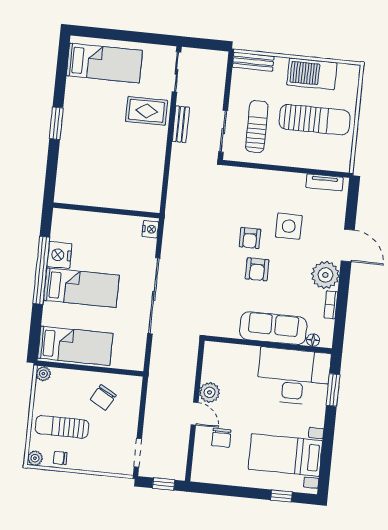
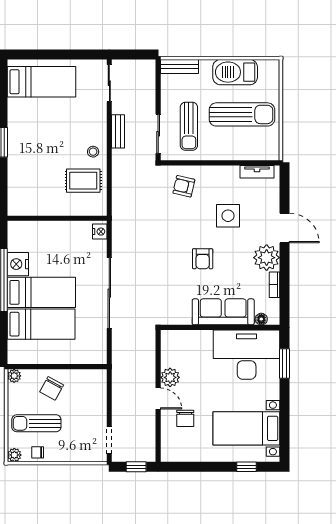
rug: (147, 111) -> (83, 181), moved
sun lounger: (257, 127) -> (189, 126), turned 180
stool: (152, 143) -> (93, 152), added
armchair: (250, 238) -> (184, 186), moved, turned 103
bed: (75, 346) -> (41, 324), moved
chair: (103, 397) -> (52, 388), moved

